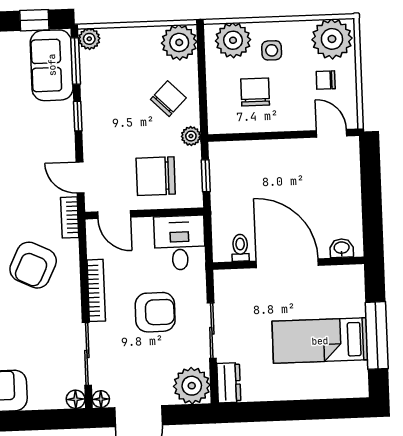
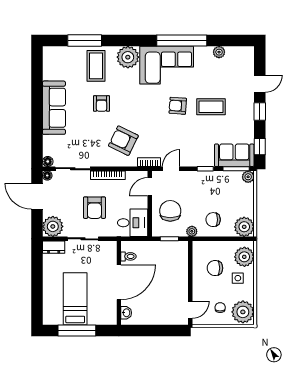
chair: (255, 92) -> (215, 268), turned 180
chair: (168, 99) -> (213, 220), turned 135

